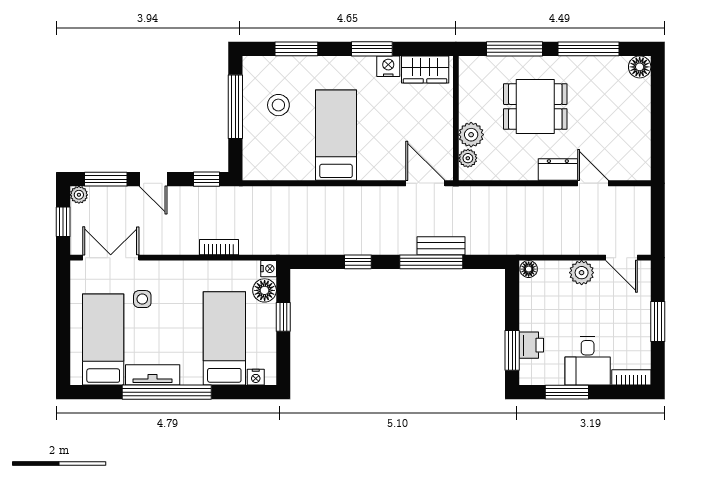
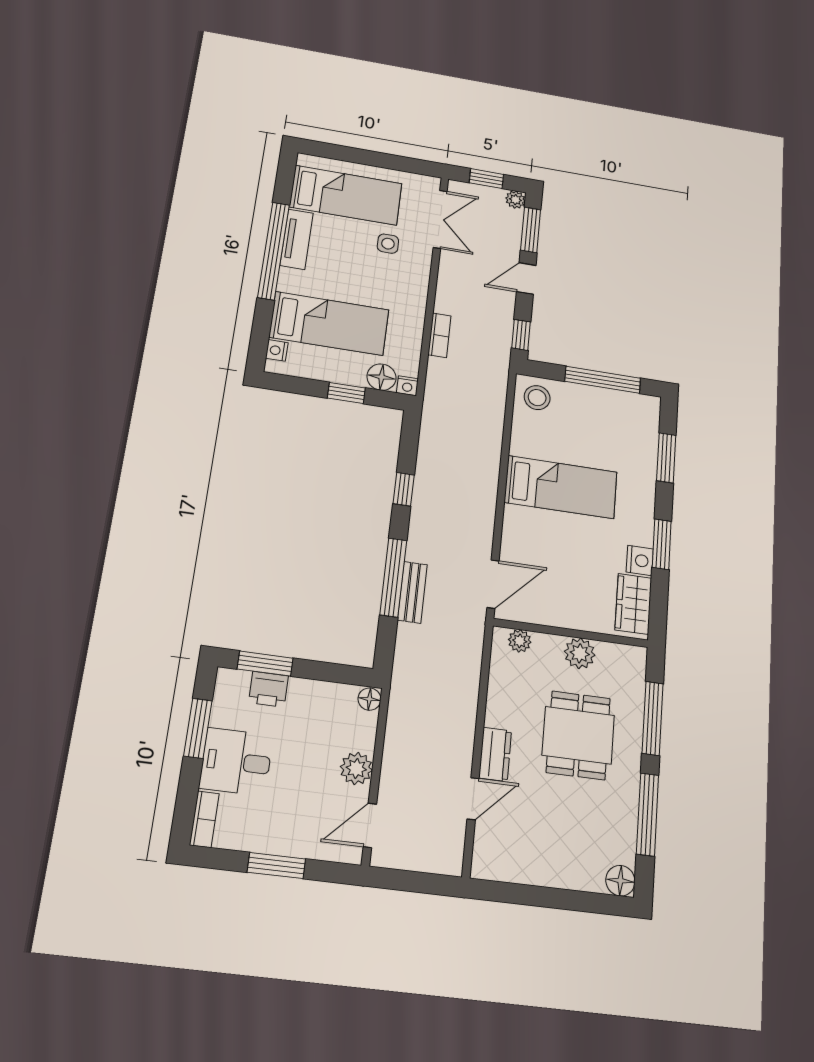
stool: (278, 105) -> (537, 398), moved
plant: (471, 135) -> (580, 653), moved

